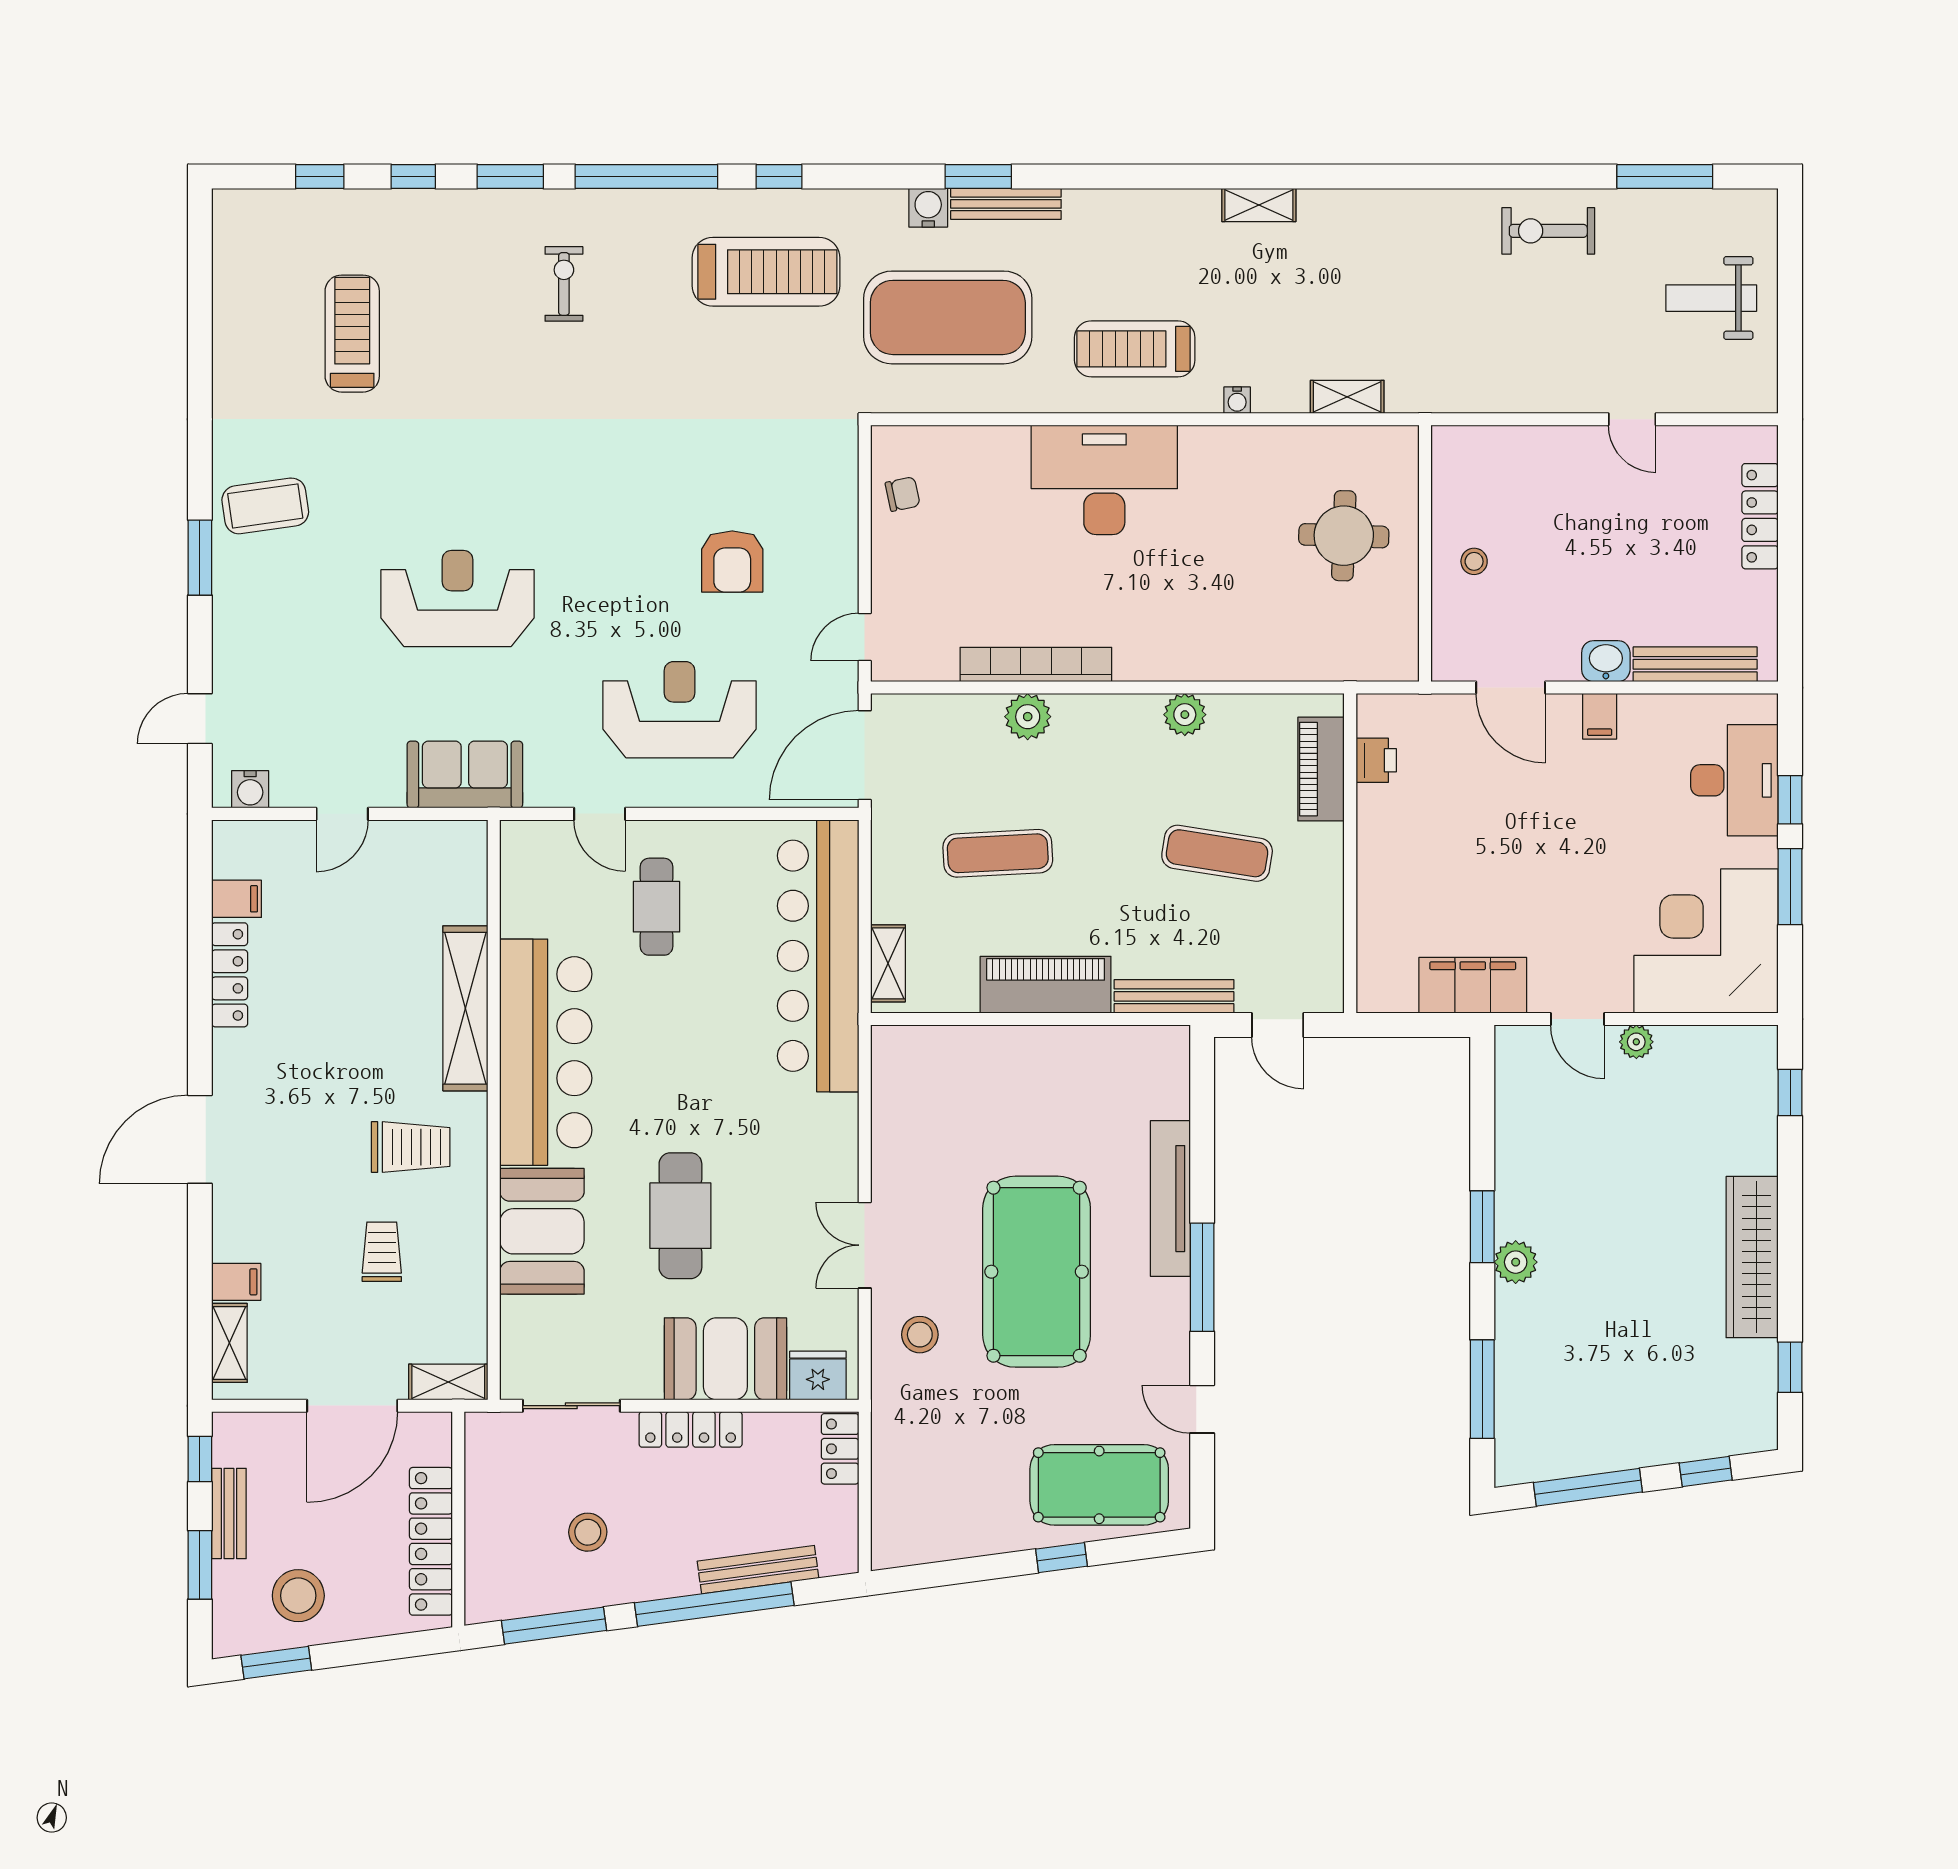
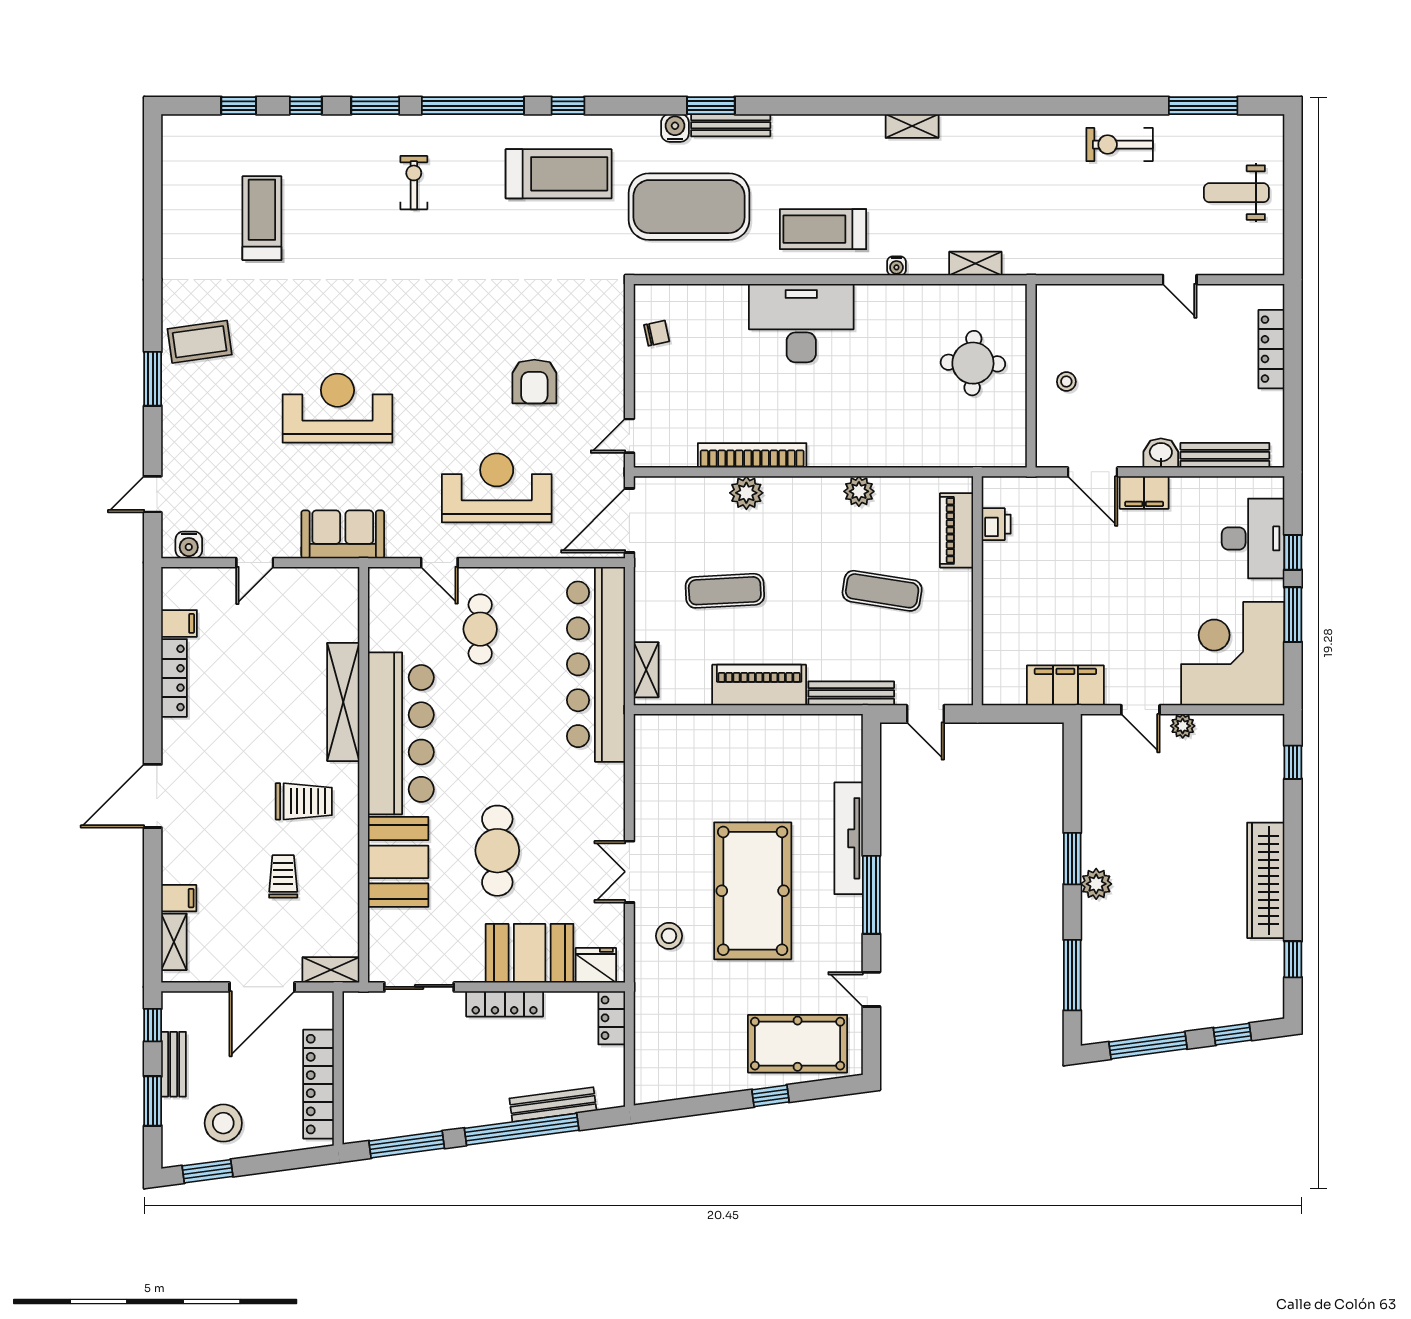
filing cabinet: (1600, 716) -> (1144, 493), width x2.00
stool: (588, 1532) -> (431, 1078), removed

